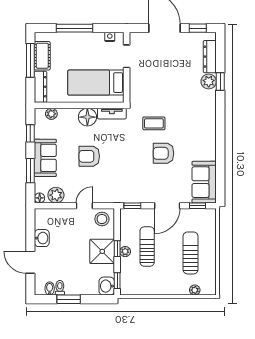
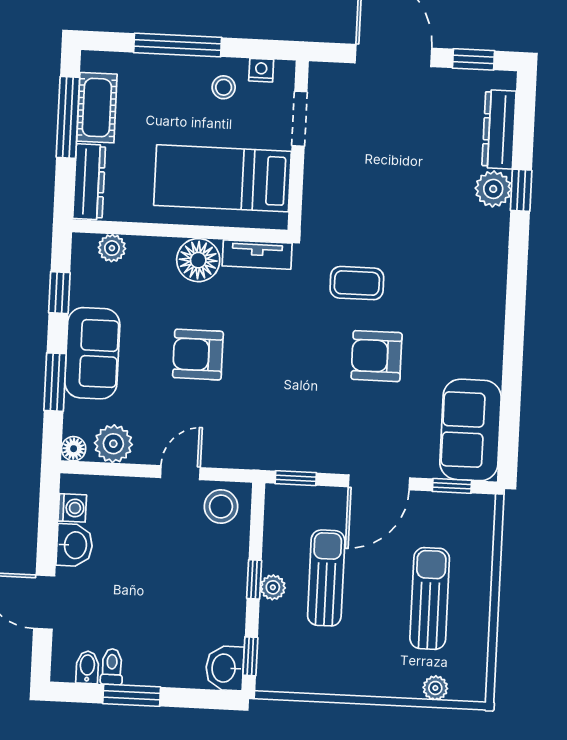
stool: (95, 45) -> (224, 87), added
washing machine: (40, 223) -> (72, 508), added
shower: (102, 251) -> (218, 584), removed

